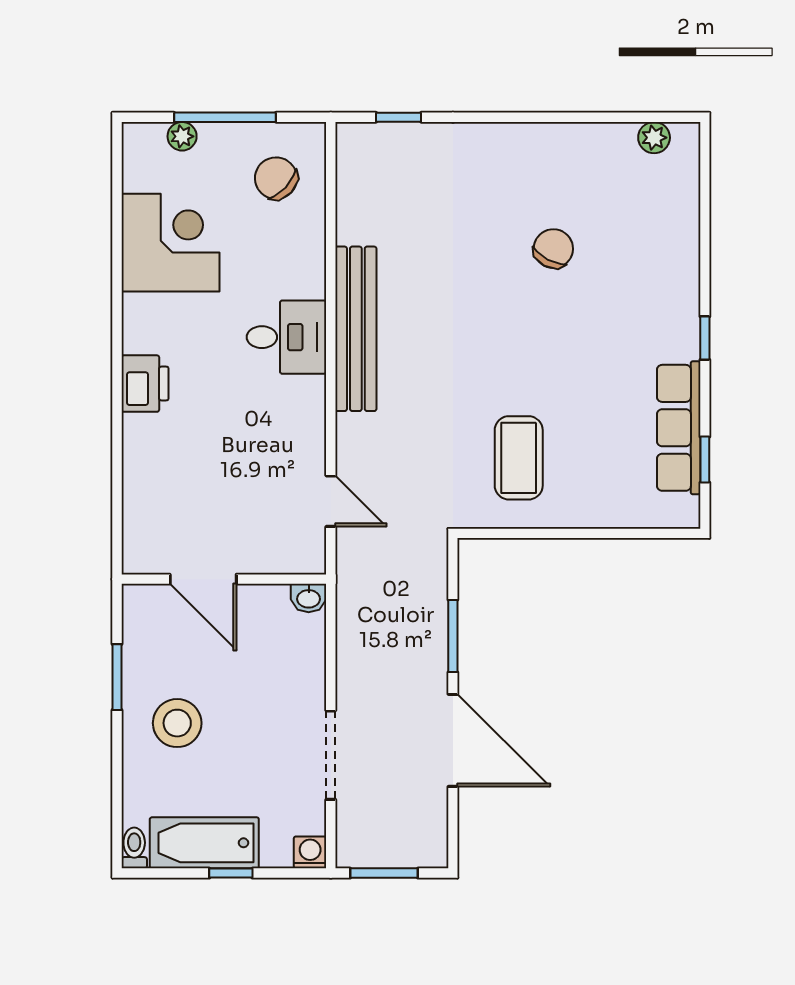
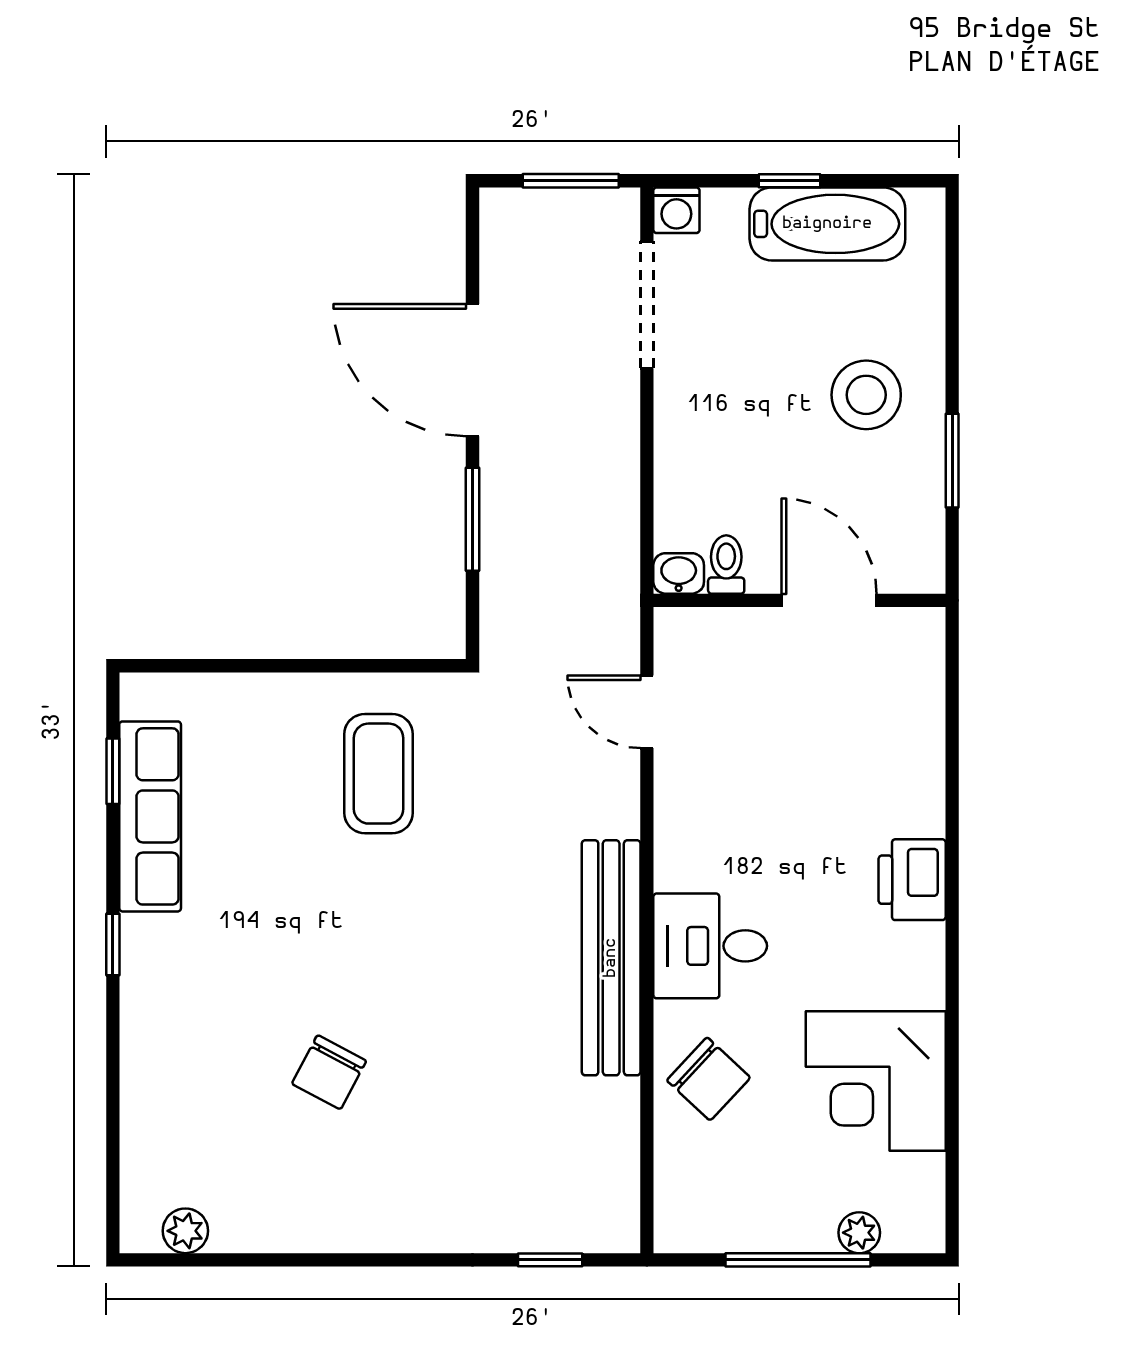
chair: (276, 178) -> (709, 1079), moved
doorway: (331, 755) -> (647, 305), moved
toilet: (134, 848) -> (726, 565), moved, turned 180

